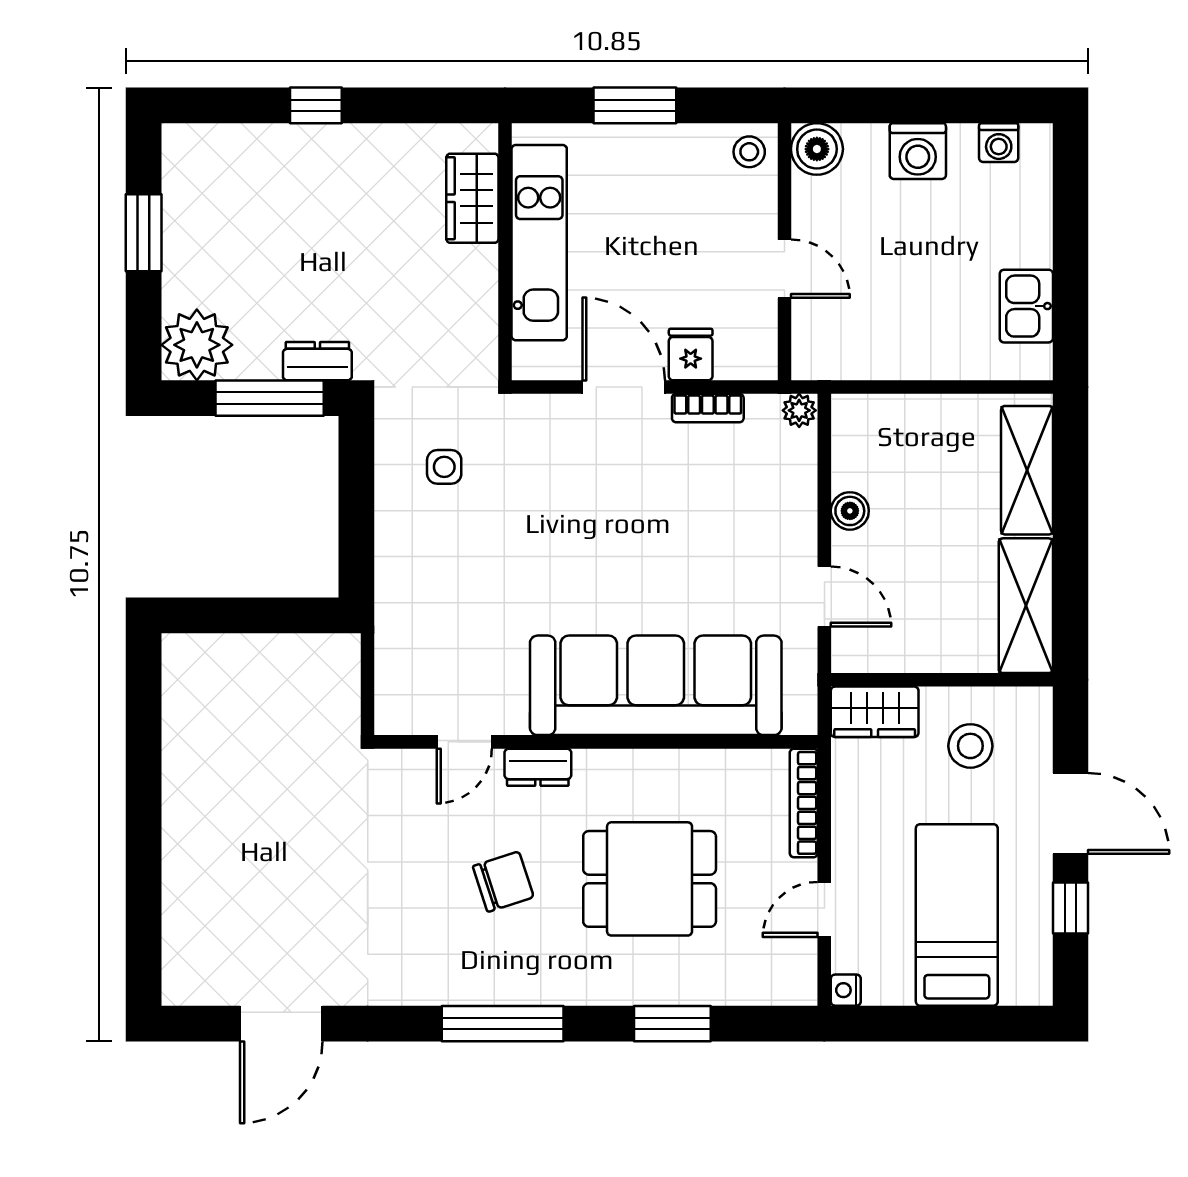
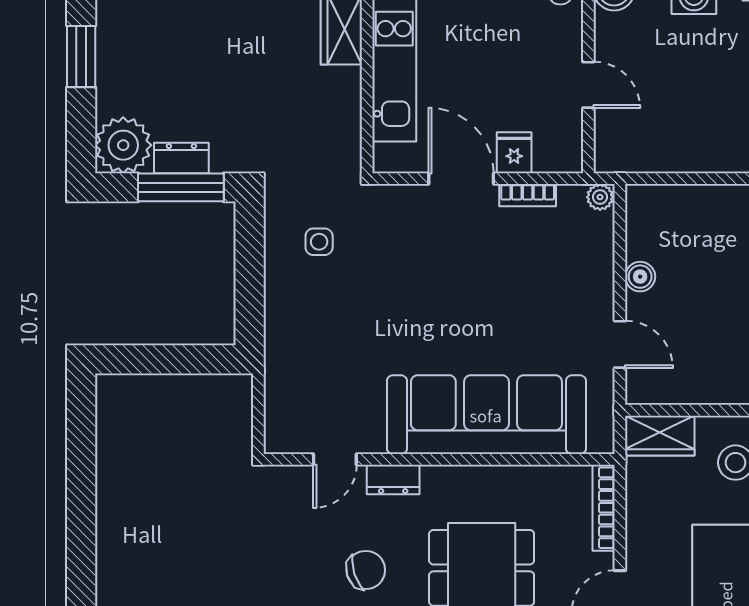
dresser: (317, 361) -> (181, 158), moved

